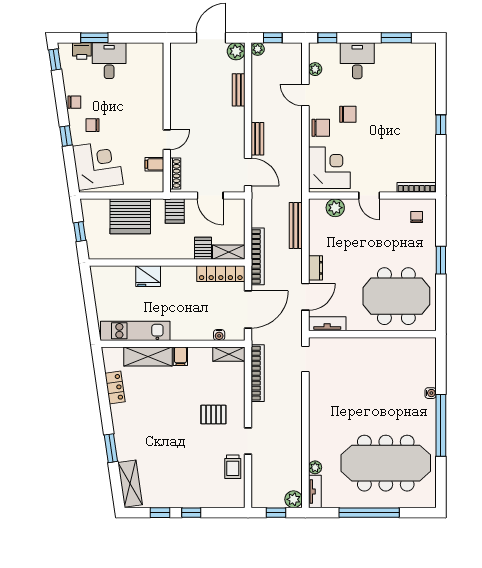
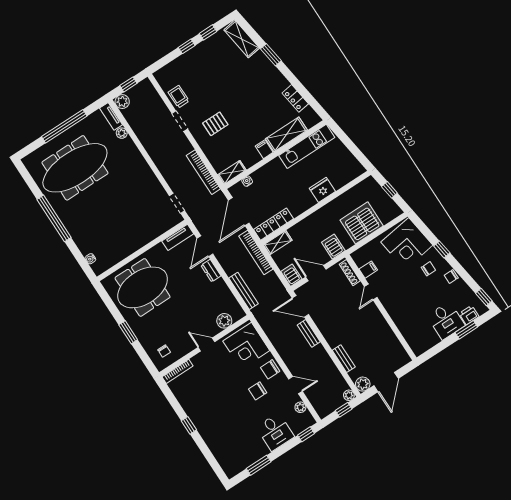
server rack: (203, 248) -> (291, 275), moved, turned 180
water cooler: (431, 393) -> (90, 259), moved

